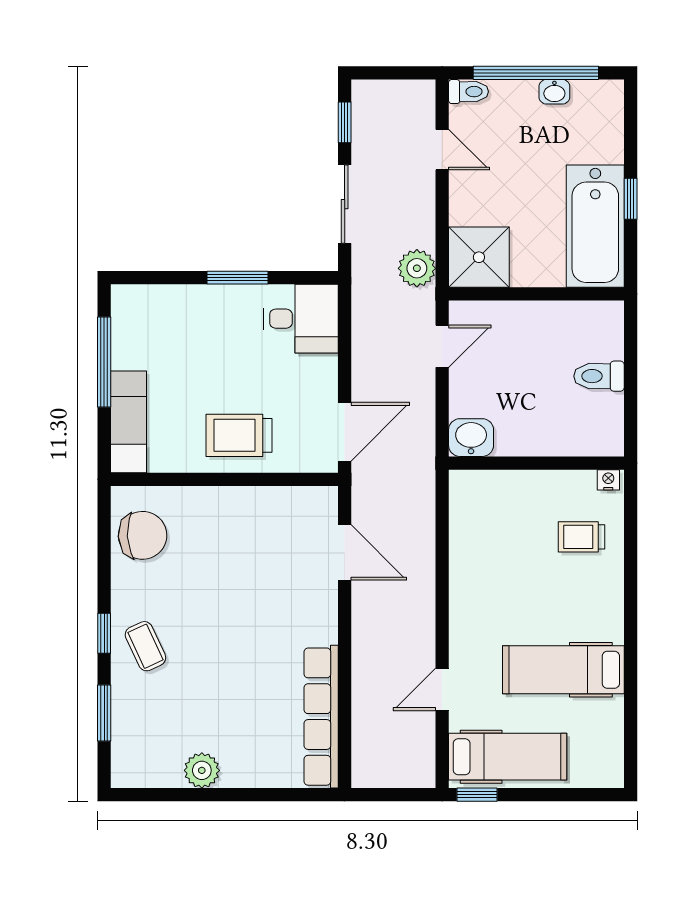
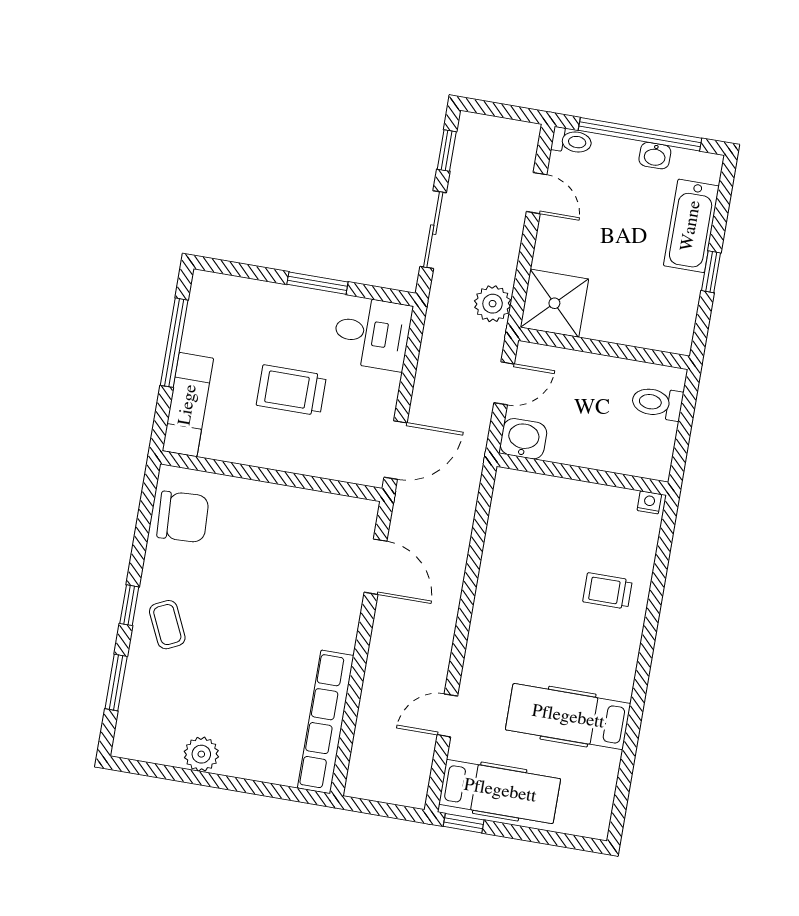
bathtub: (595, 226) -> (691, 226), moved, width x0.73, depth x0.73
toilet: (599, 376) -> (657, 403), moved
trolley: (239, 435) -> (291, 390), moved
washbasin: (471, 438) -> (523, 439), moved
wall: (536, 463) -> (583, 474), moved
nightstand: (608, 480) -> (649, 502), moved

